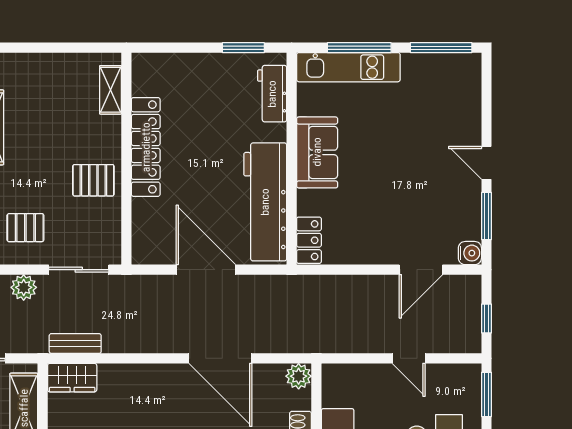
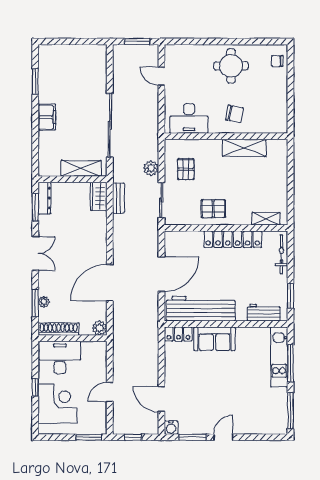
bicycle: (172, 63) -> (281, 254), added
sofa: (317, 152) -> (214, 339), moved
pallet: (93, 180) -> (213, 209), turned 90

